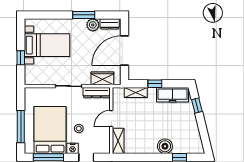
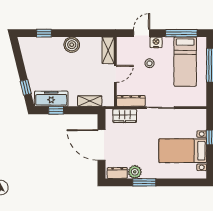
door: (125, 51) -> (102, 145), swing flipped
window: (155, 84) -> (56, 110), moved
bed: (50, 130) -> (185, 62), width x0.67
boiler: (165, 146) -> (72, 45), moved

